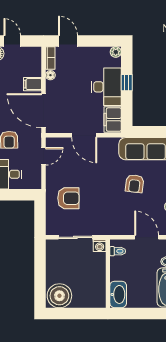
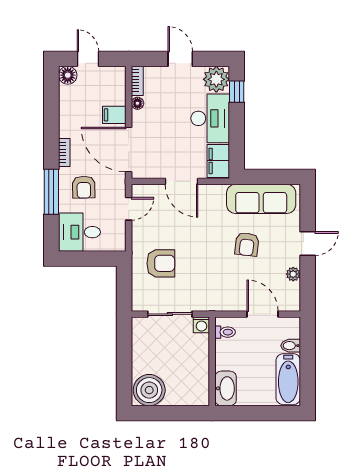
door: (68, 41) -> (180, 59), moved
plant: (116, 52) -> (216, 79), width x1.87, depth x1.87
window: (127, 83) -> (237, 92), moved

